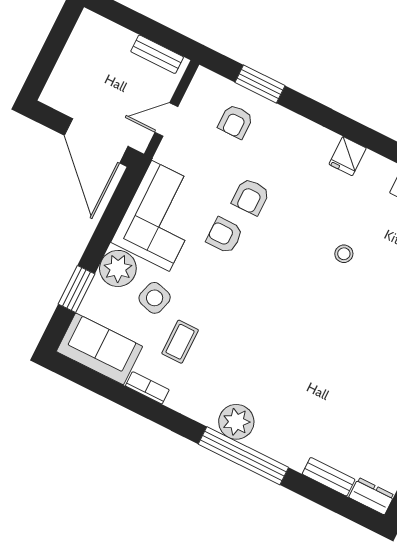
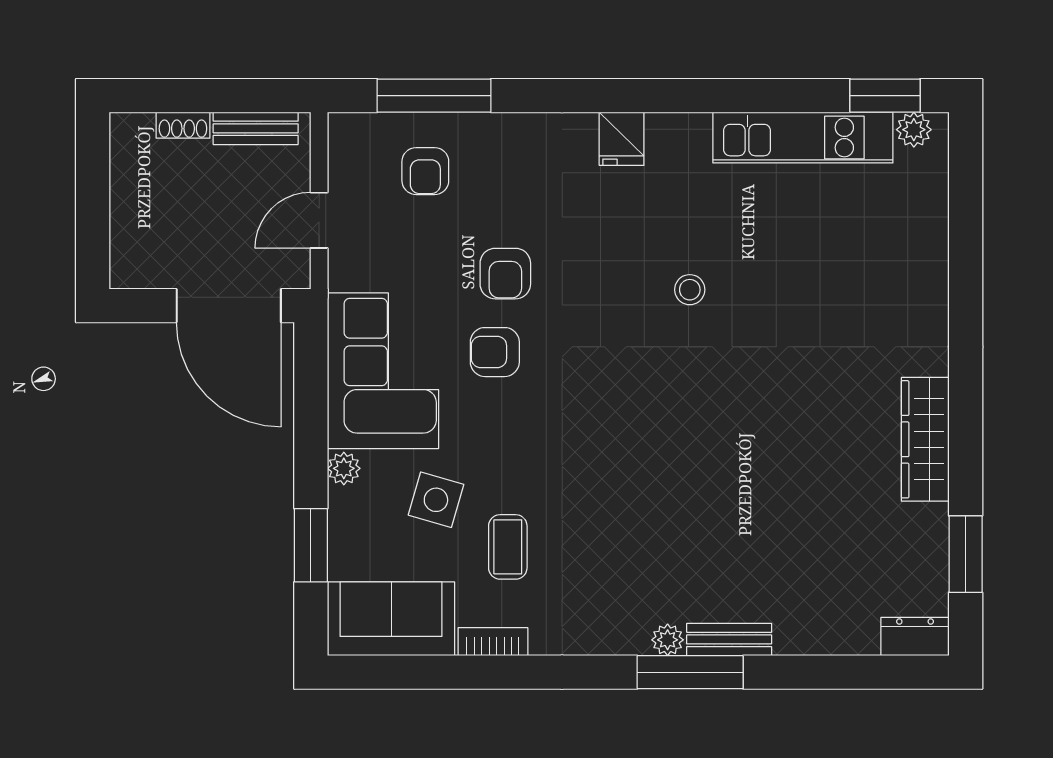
shoe rack: (120, 34) -> (183, 125), added
window: (260, 84) -> (434, 96), width x1.44
plant: (118, 268) -> (344, 468), width x0.53, depth x0.53
plant: (236, 422) -> (668, 640), width x0.53, depth x0.53
window: (243, 456) -> (690, 672), width x0.68
bench: (329, 477) -> (729, 639), moved

